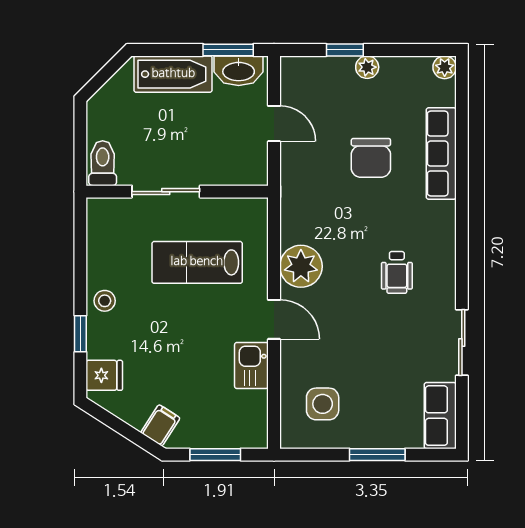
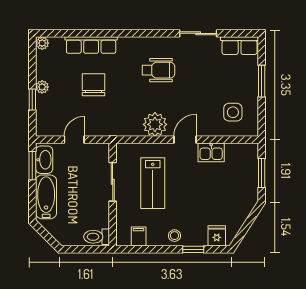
chair: (371, 158) -> (94, 85), turned -90
sliding door: (166, 192) -> (113, 182), moved
wheelchair: (397, 272) -> (158, 70), width x1.36, depth x1.37
filing cabinet: (160, 425) -> (139, 236), moved, turned 57

